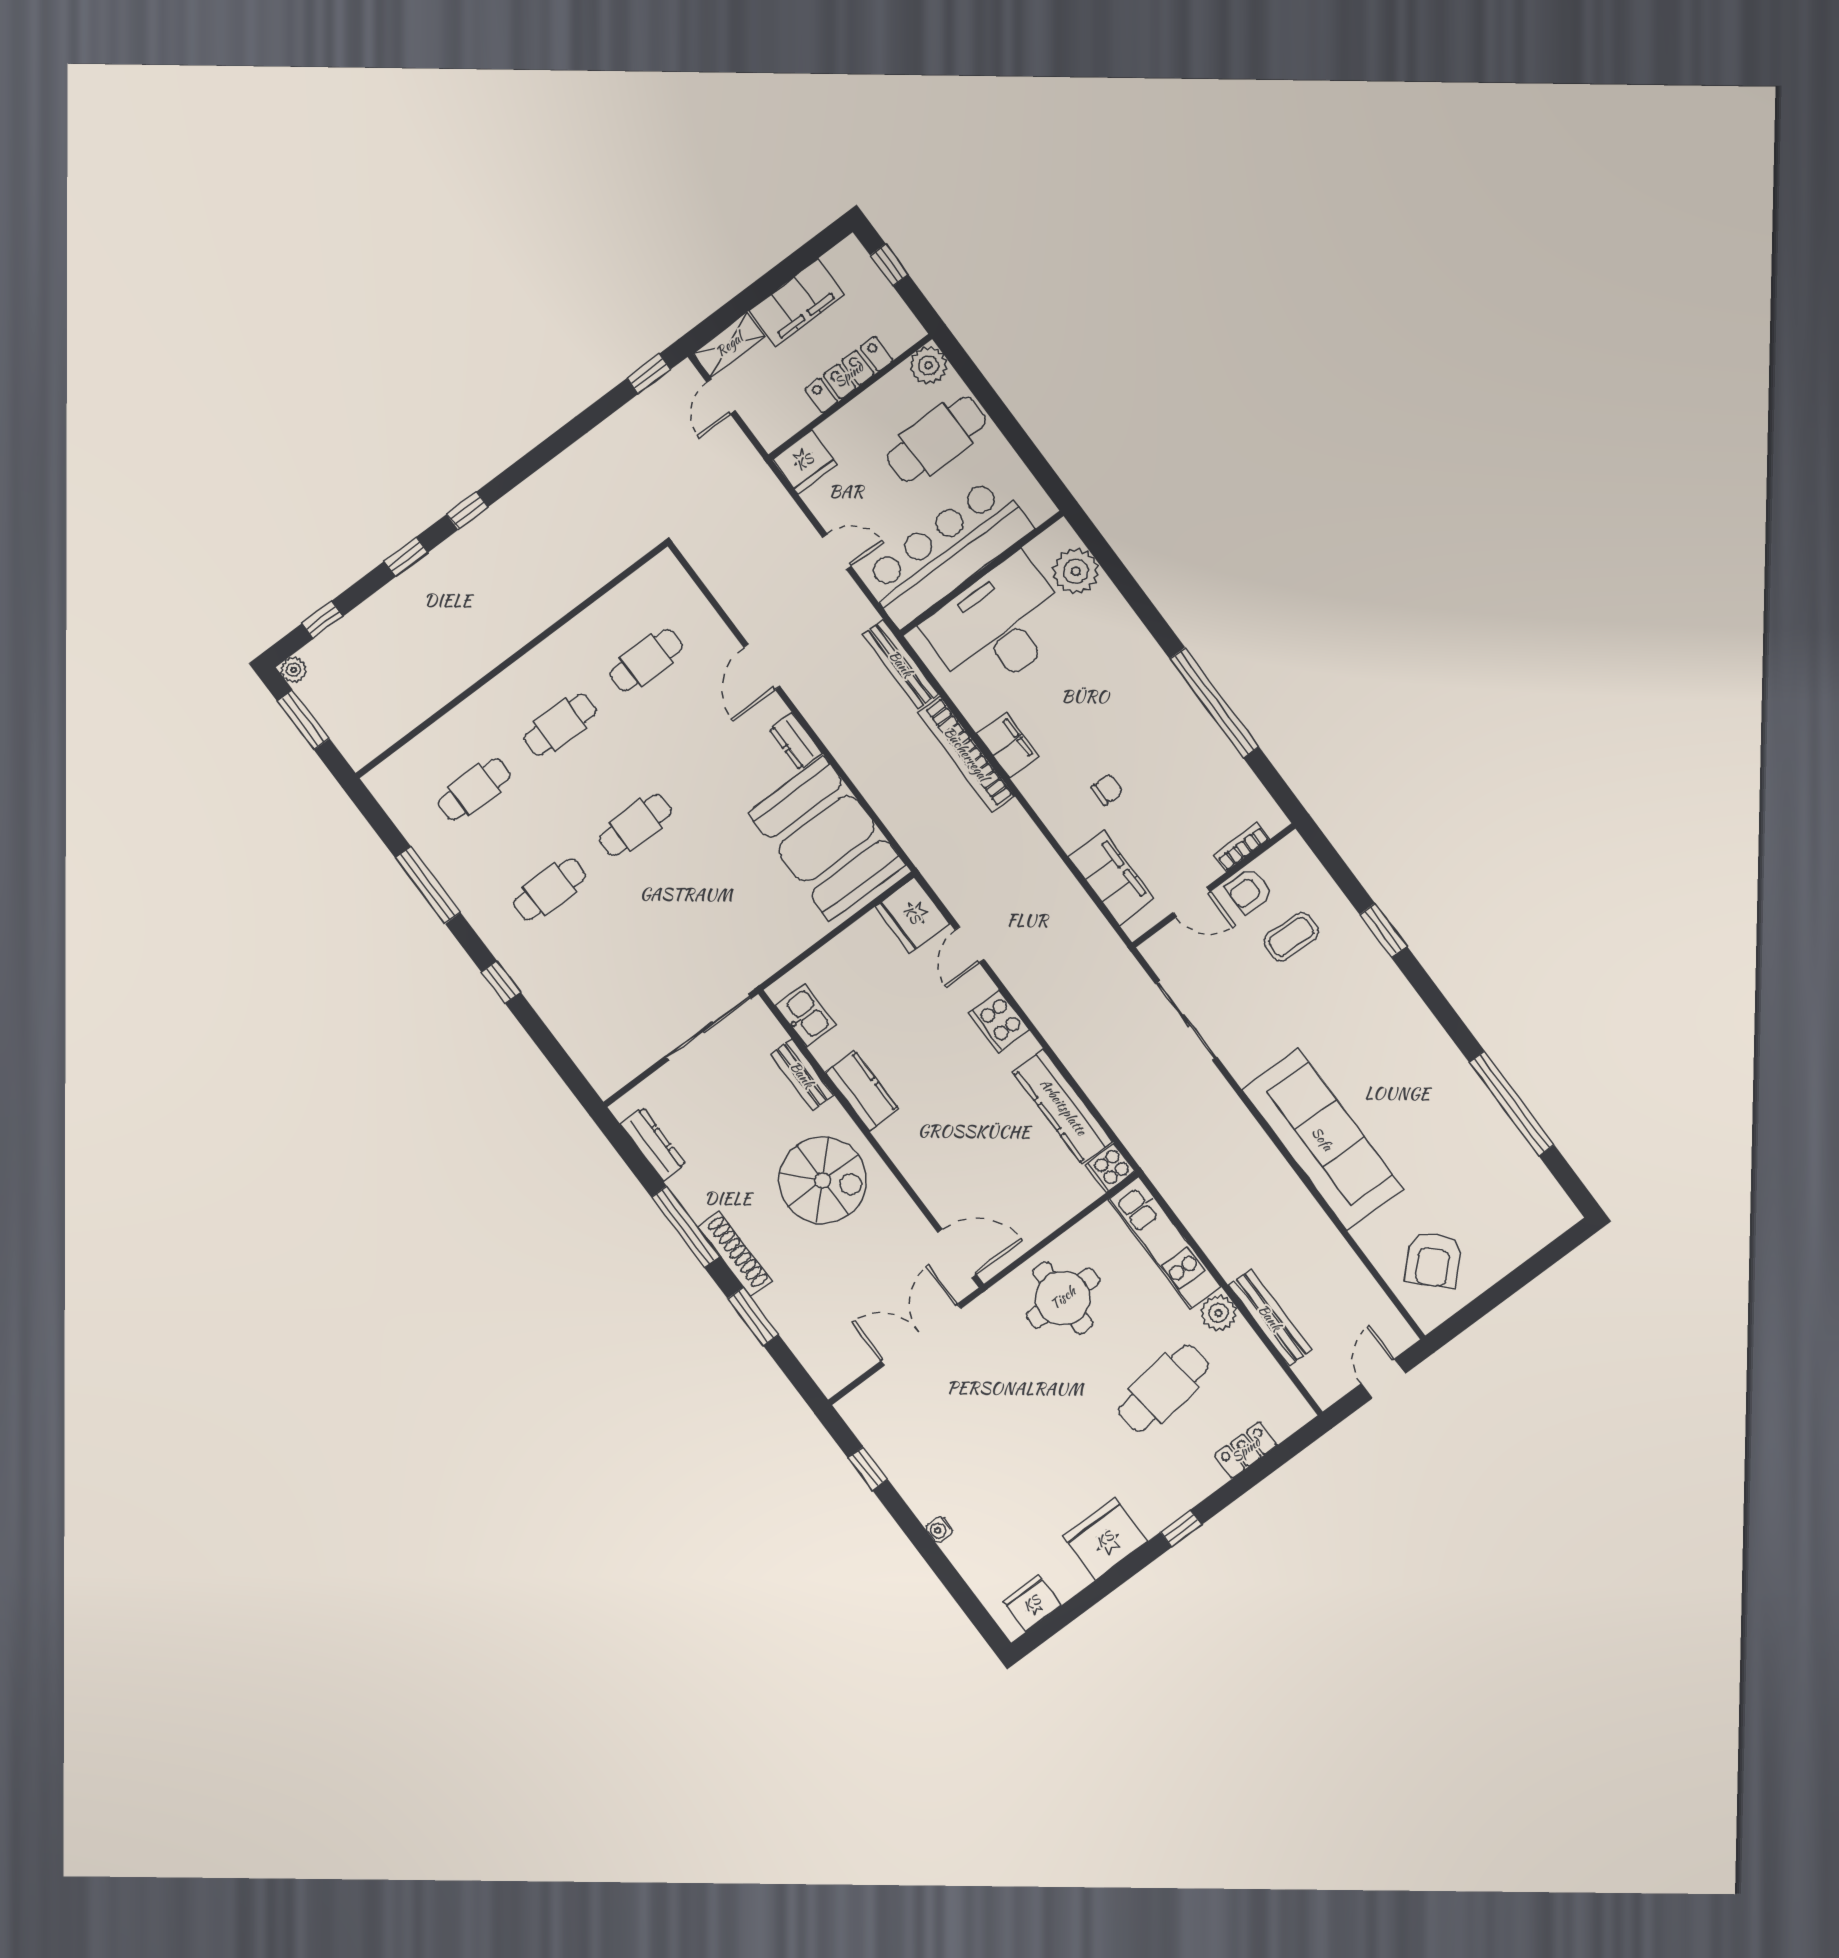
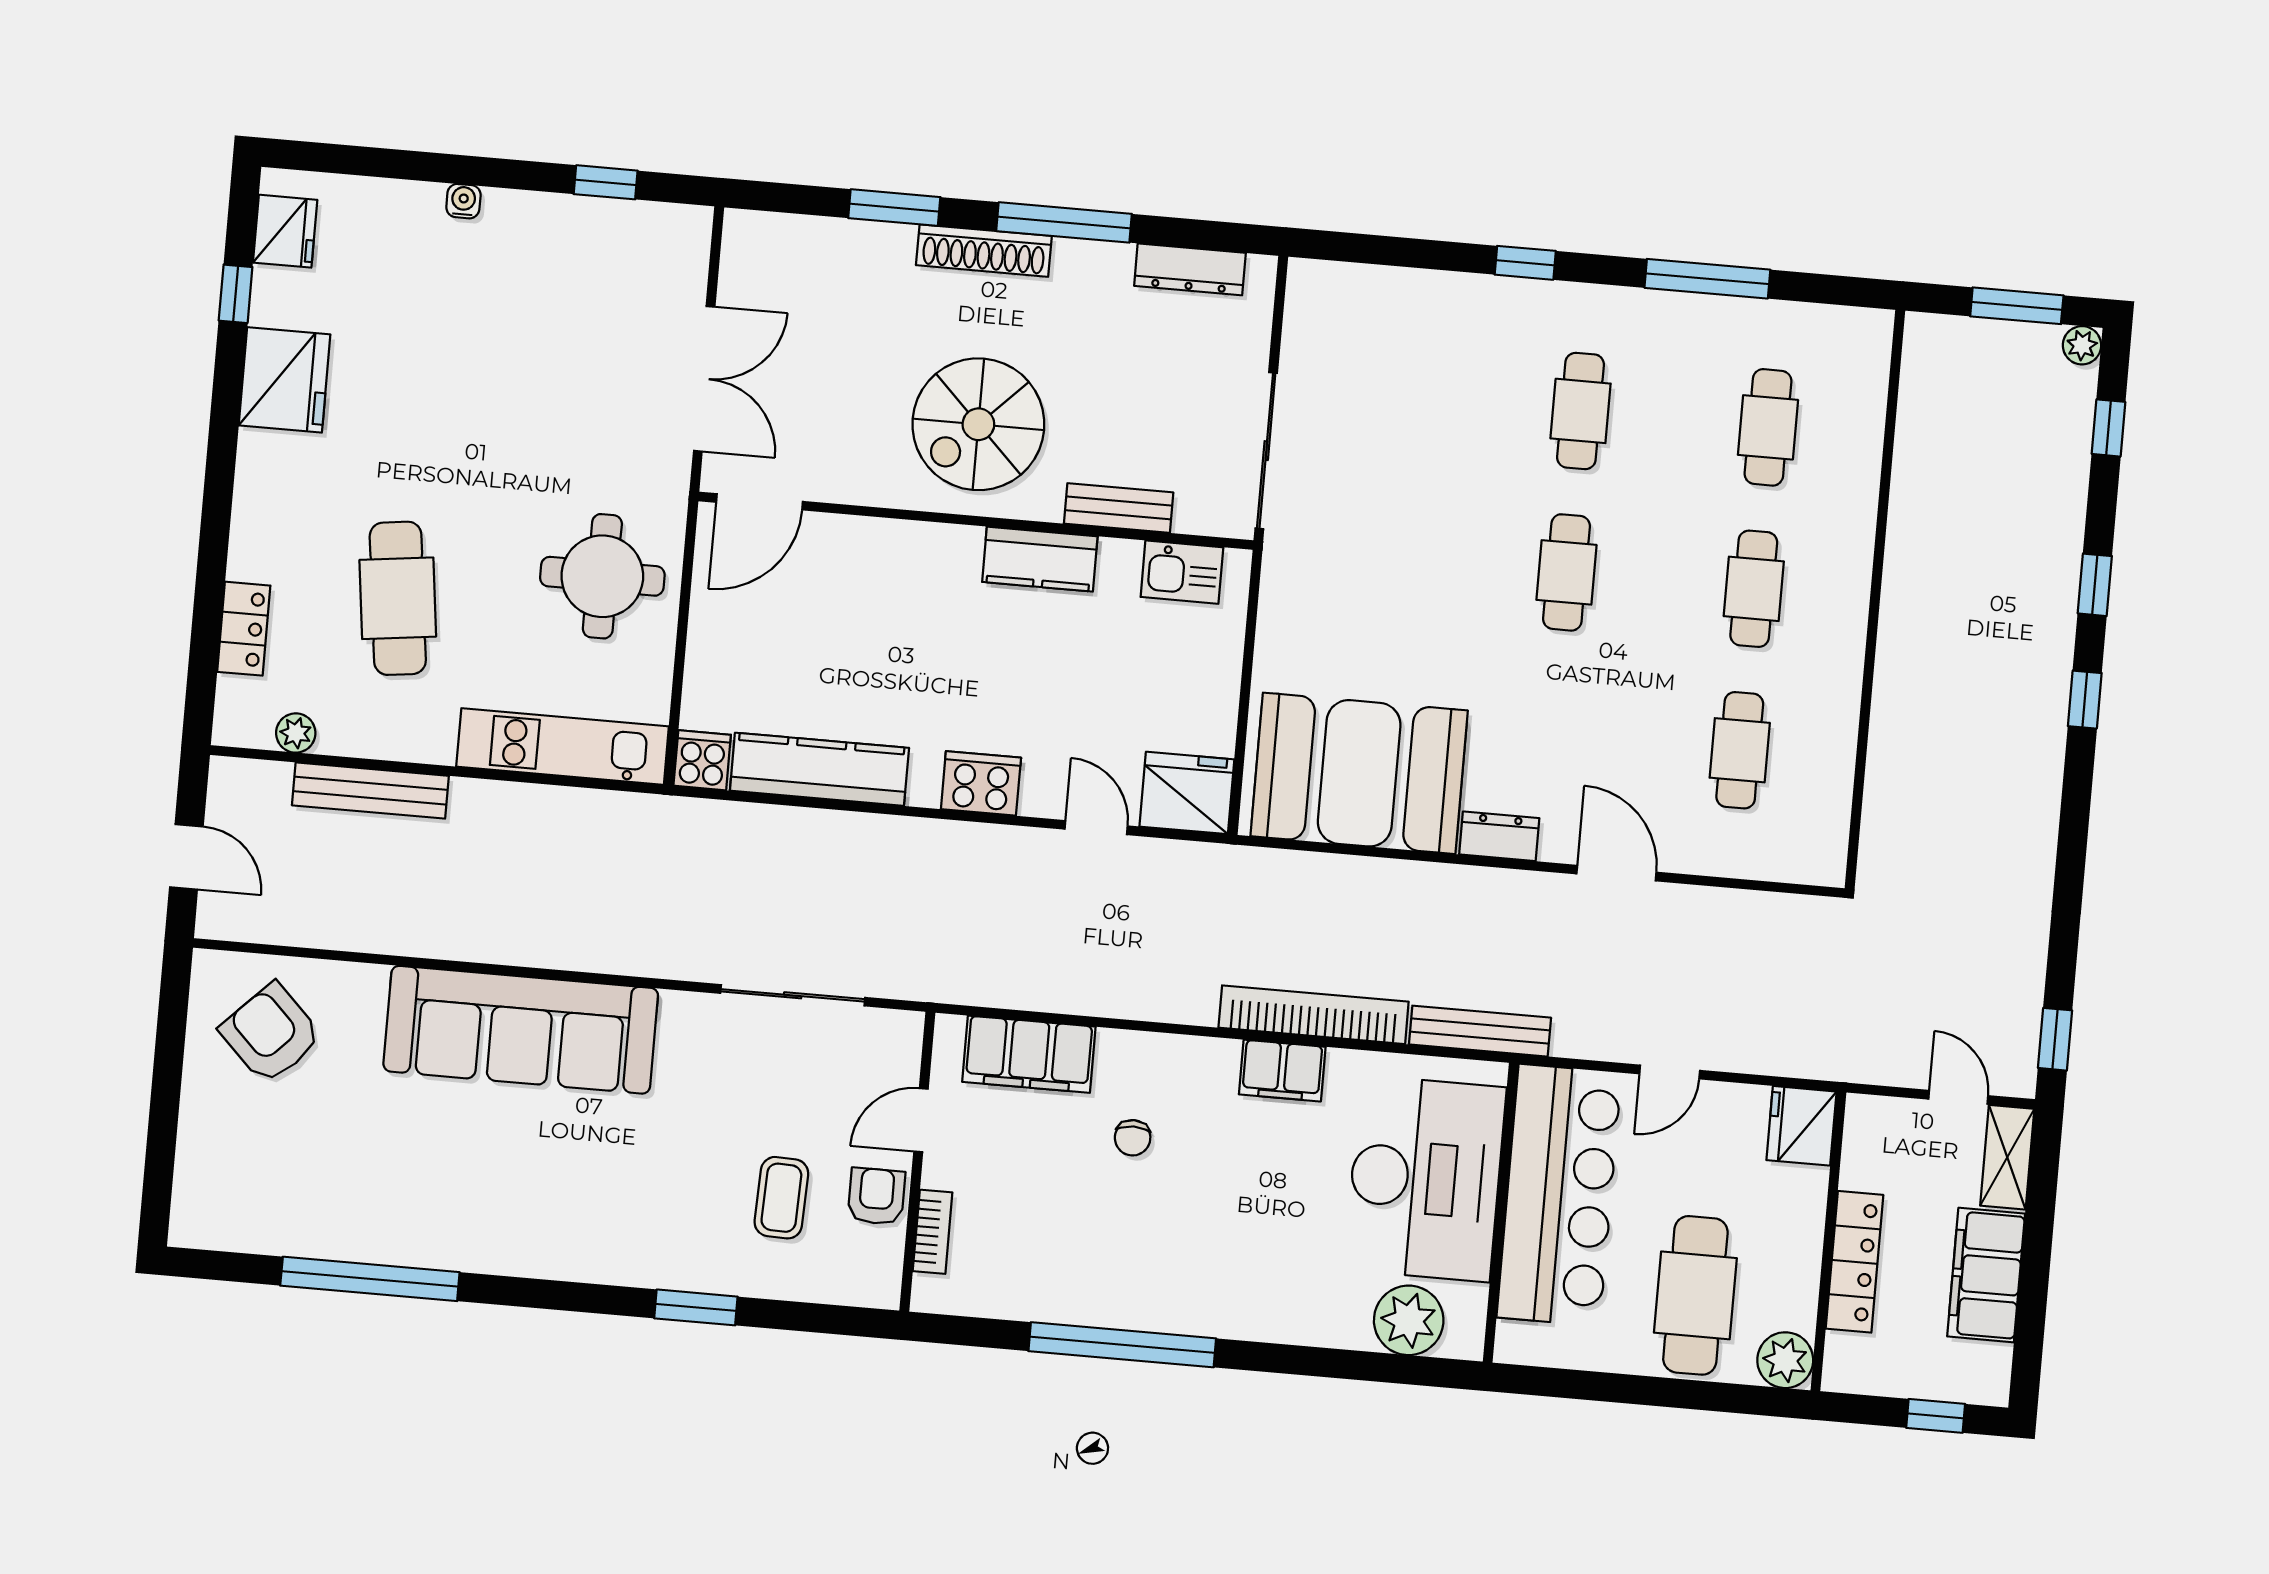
plant: (1219, 1313) -> (296, 733), moved, width x0.73, depth x0.73
window: (1181, 1529) -> (236, 294), moved

